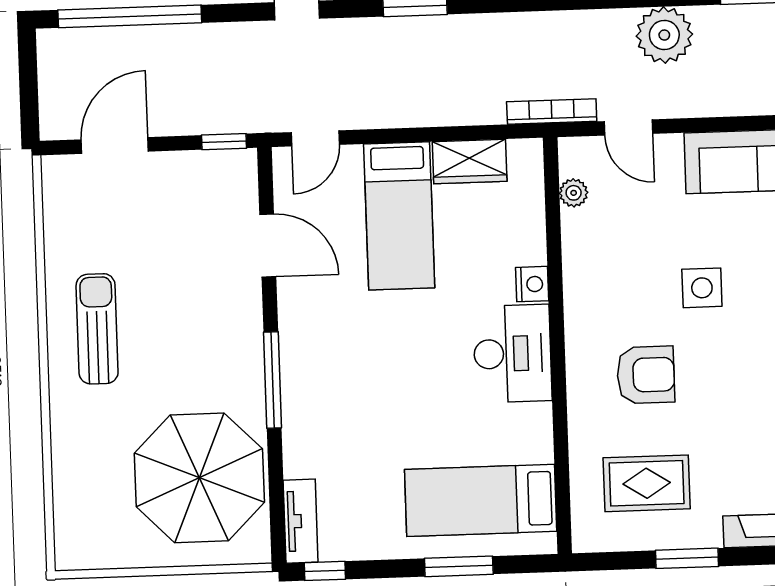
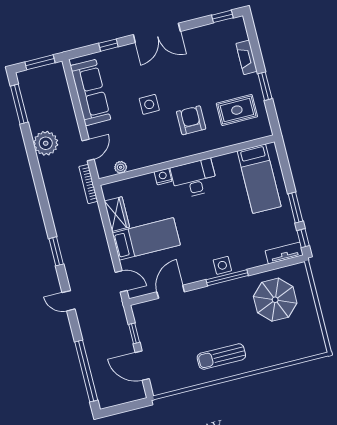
window: (224, 142) -> (134, 333), moved
side table: (303, 375) -> (222, 265), added
parasol: (199, 478) -> (275, 300), width x0.73, depth x0.73
rug: (647, 483) -> (237, 110), turned 90
window: (459, 566) -> (295, 207), moved

